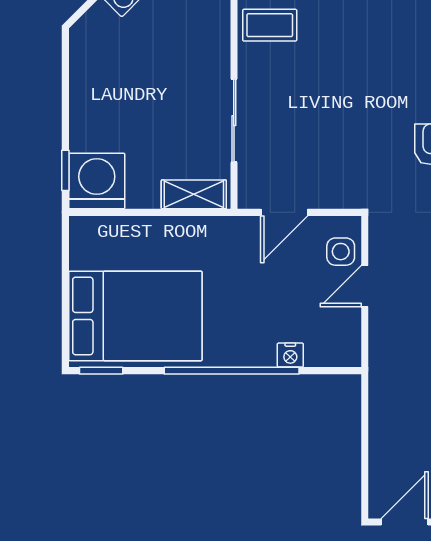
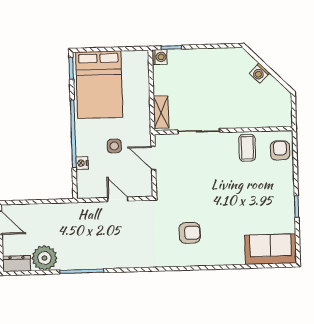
washing machine: (97, 181) -> (160, 57), width x0.53, depth x0.53
side table: (341, 252) -> (114, 146), moved

